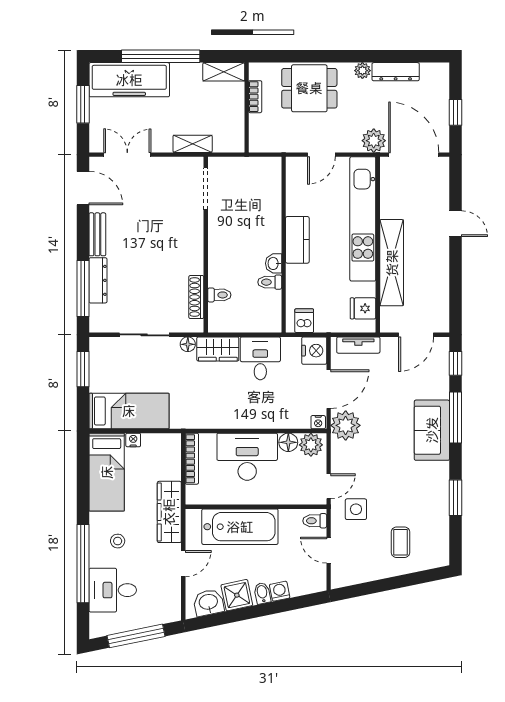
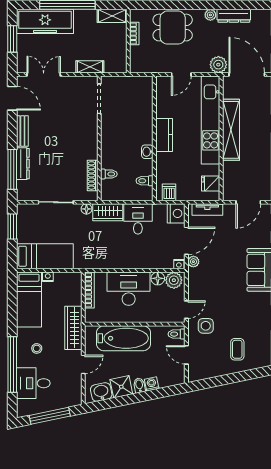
shelving: (392, 263) -> (231, 130), moved
toilet: (270, 282) -> (145, 181), moved
plant: (346, 425) -> (193, 262), width x0.53, depth x0.53

